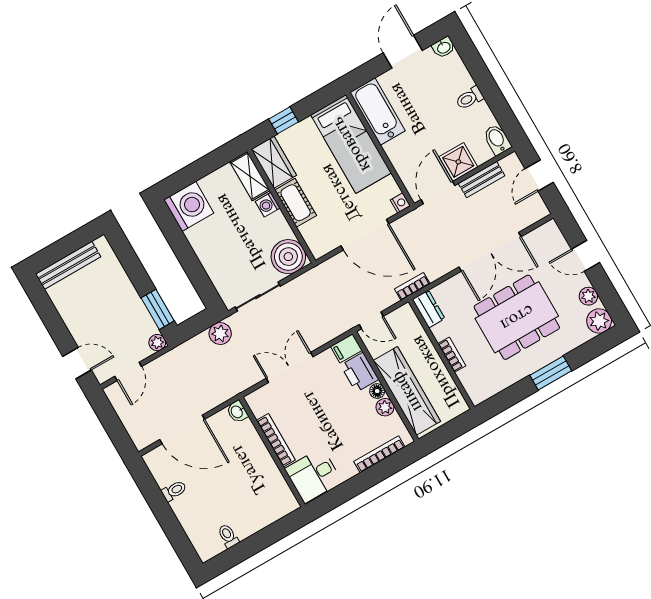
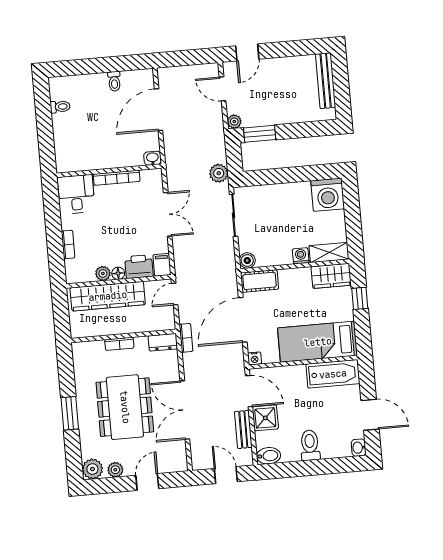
toilet: (470, 98) -> (310, 445), width x1.37, depth x1.39
cot: (296, 203) -> (260, 281), moved
boiler: (288, 257) -> (247, 260), width x0.54, depth x0.54
bookcase: (379, 454) -> (68, 244), width x0.64

